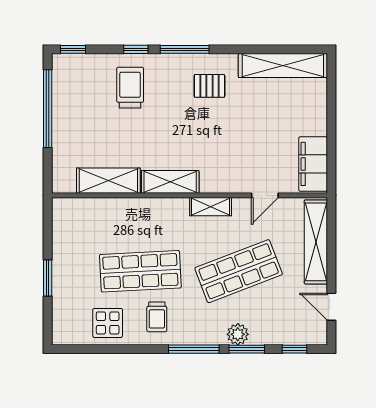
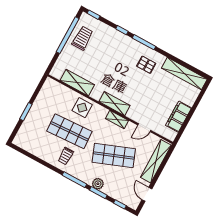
trolley: (130, 88) -> (83, 38), moved
filing cabinet: (313, 164) -> (179, 117), moved
shelving: (170, 182) -> (114, 104), moved
display table: (108, 323) -> (82, 108), moved

